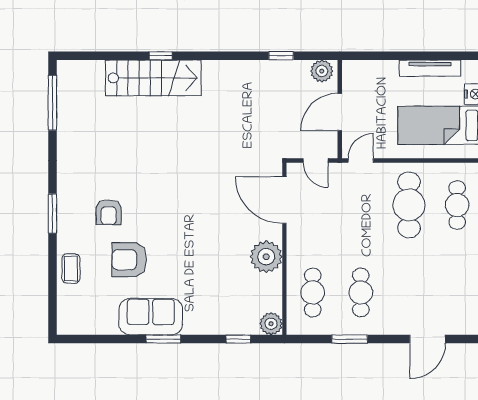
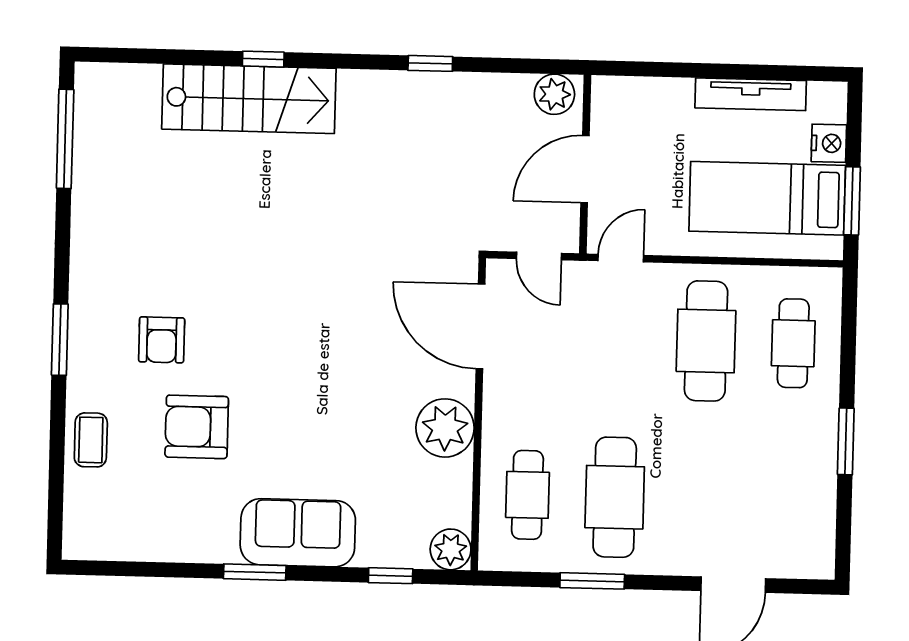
window: (281, 56) -> (430, 63), moved
cafe table: (361, 292) -> (615, 497), width x1.37, depth x1.35
sofa: (151, 317) -> (298, 533), moved

